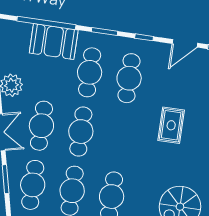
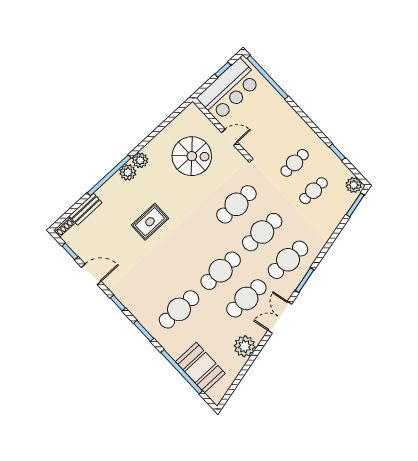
booth: (54, 42) -> (200, 368), moved
cafe table: (129, 78) -> (153, 282), removed

